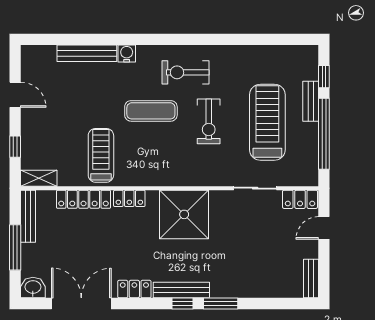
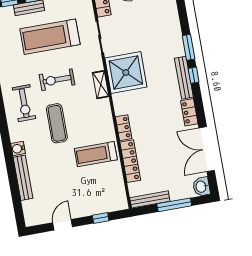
exercise bike: (209, 121) -> (57, 80), turned 180
shelving: (39, 178) -> (101, 85), moved
shower: (184, 214) -> (126, 72), moved

